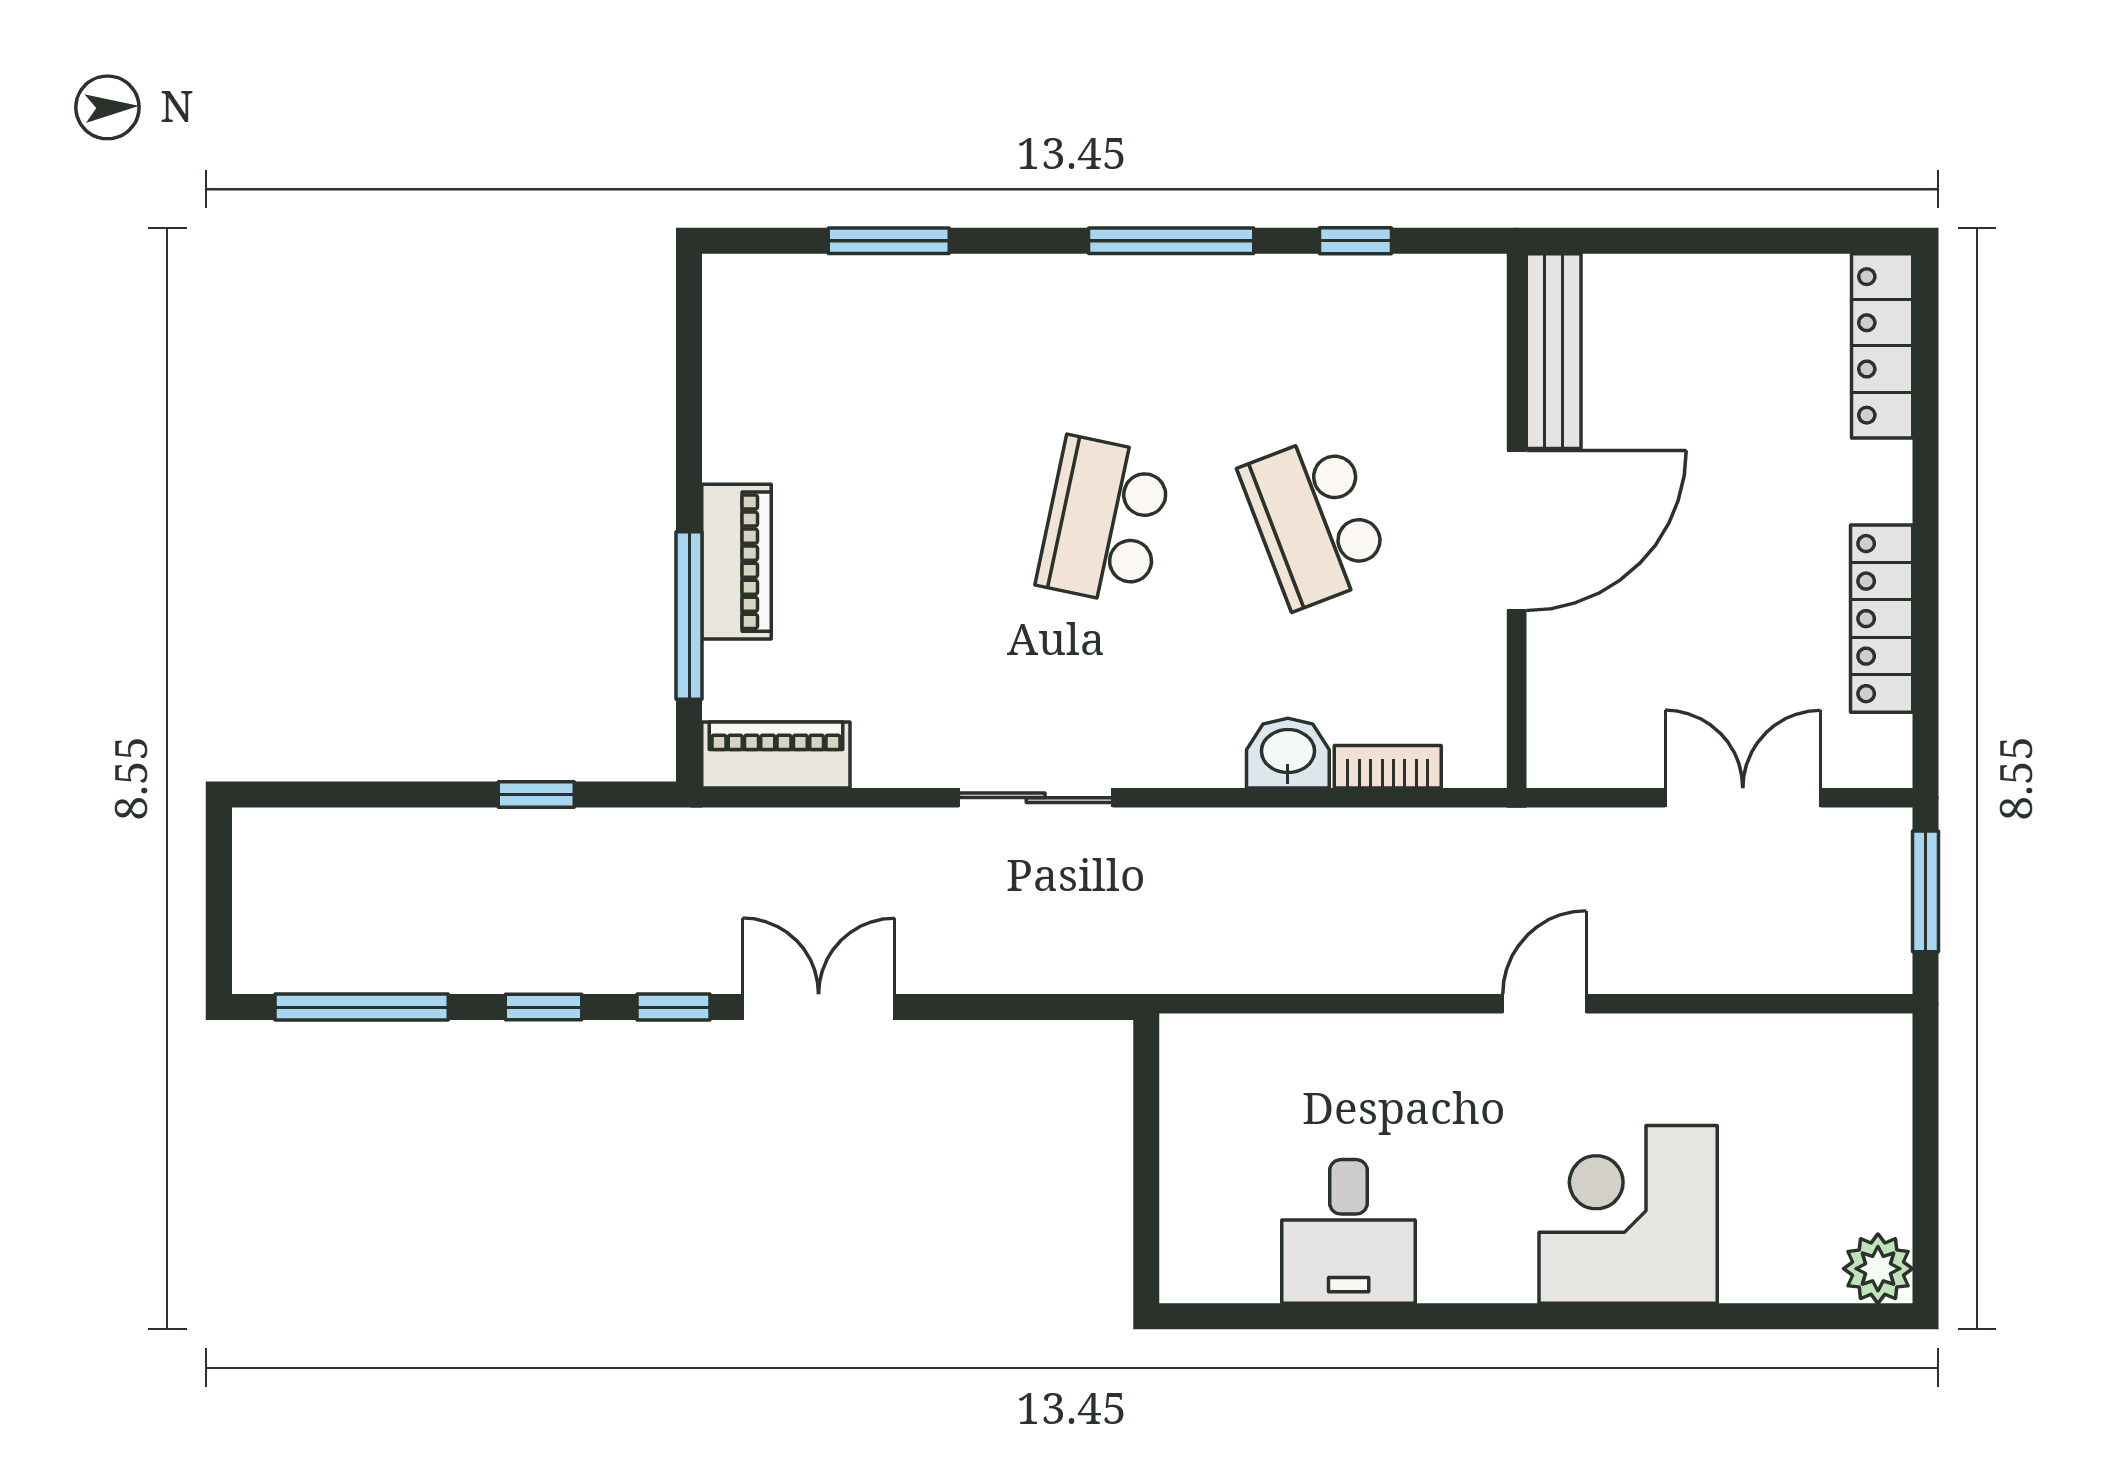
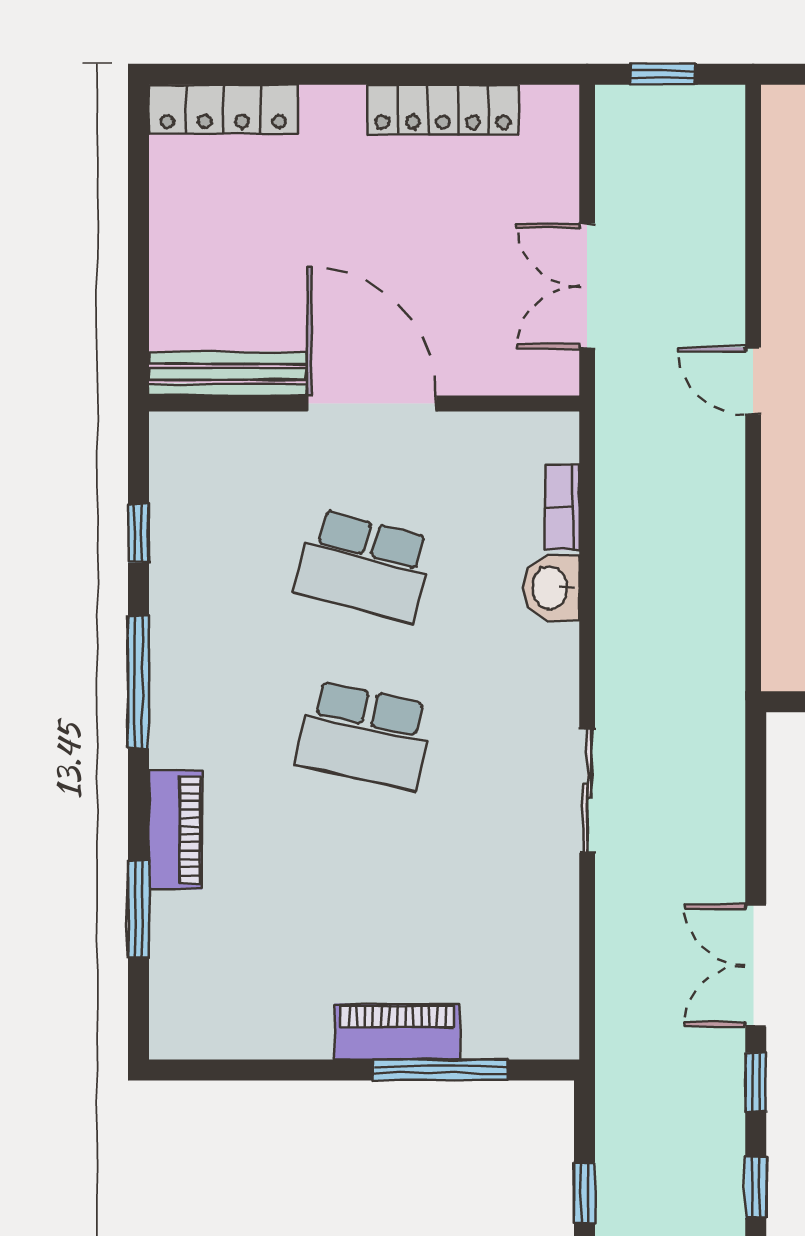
school desk: (1315, 521) -> (364, 566), turned 36
piano: (776, 755) -> (176, 830), moved, turned 180
double door: (1743, 798) -> (587, 286), moved
window: (1926, 891) -> (663, 74), width x0.67

